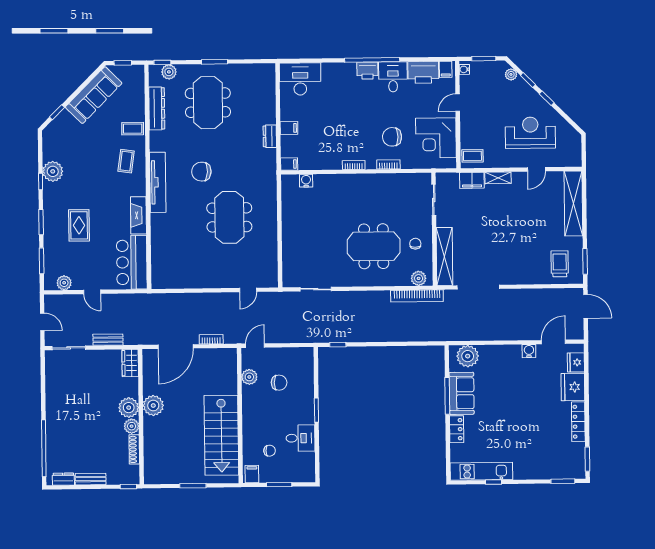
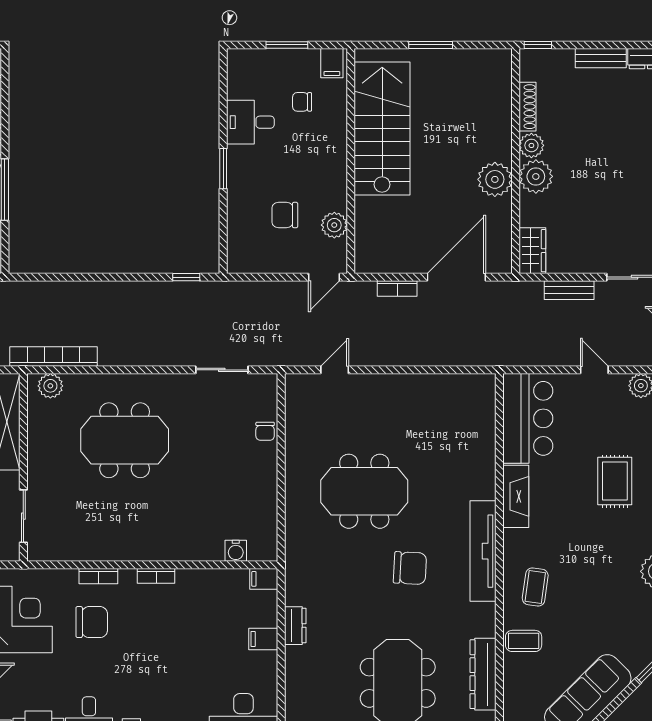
meeting table: (229, 217) -> (364, 491), turned 90
chair: (415, 244) -> (265, 431), moved

